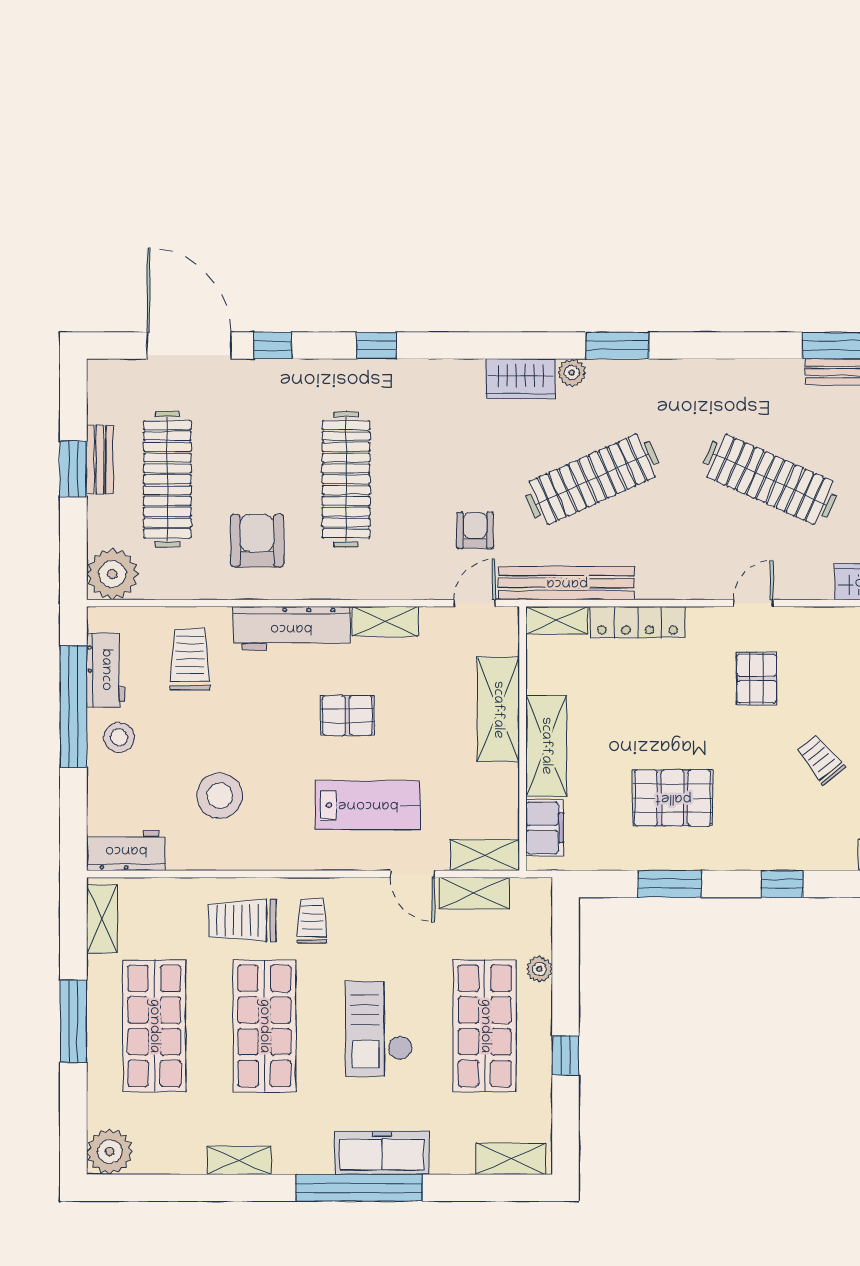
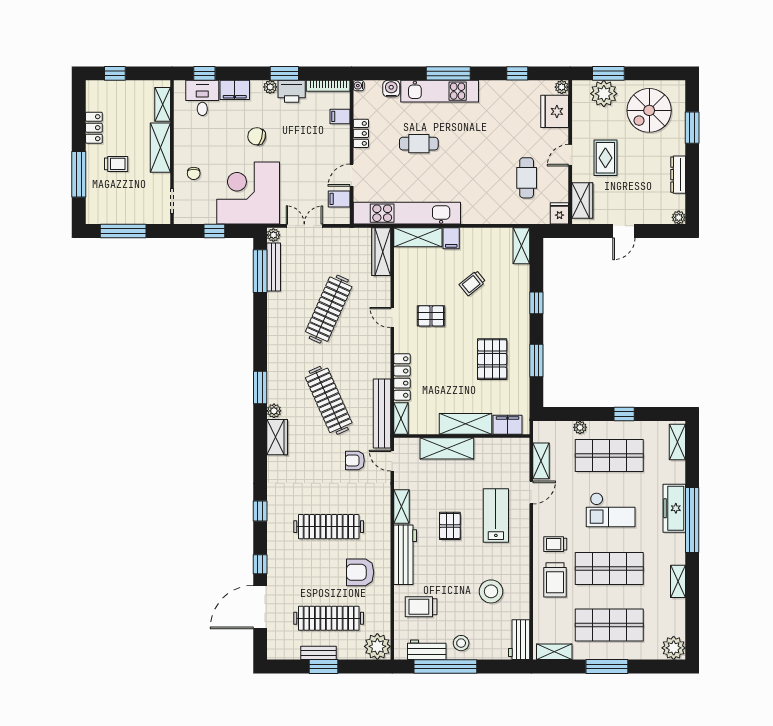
shelving: (485, 855) -> (522, 455), removed

